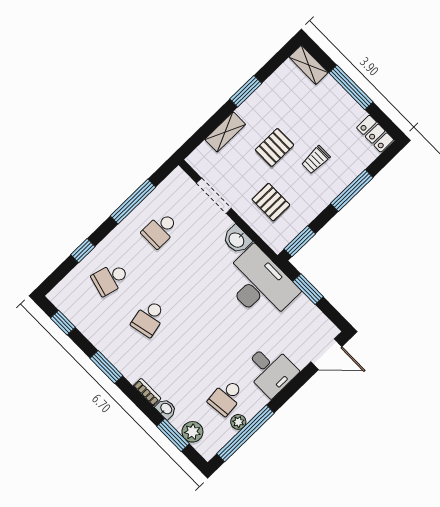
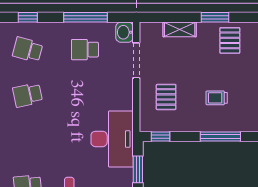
pallet: (275, 148) -> (230, 40), moved, turned 90
washbasin: (237, 240) -> (125, 32), moved
window: (300, 241) -> (161, 137), width x0.67

